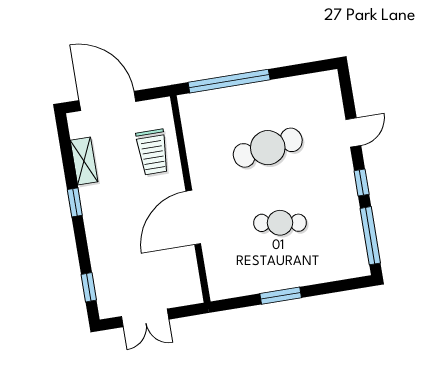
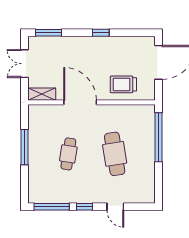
shelving: (84, 161) -> (42, 94), moved
window: (89, 287) -> (48, 33), width x1.50
window: (281, 296) -> (25, 147), width x1.44

